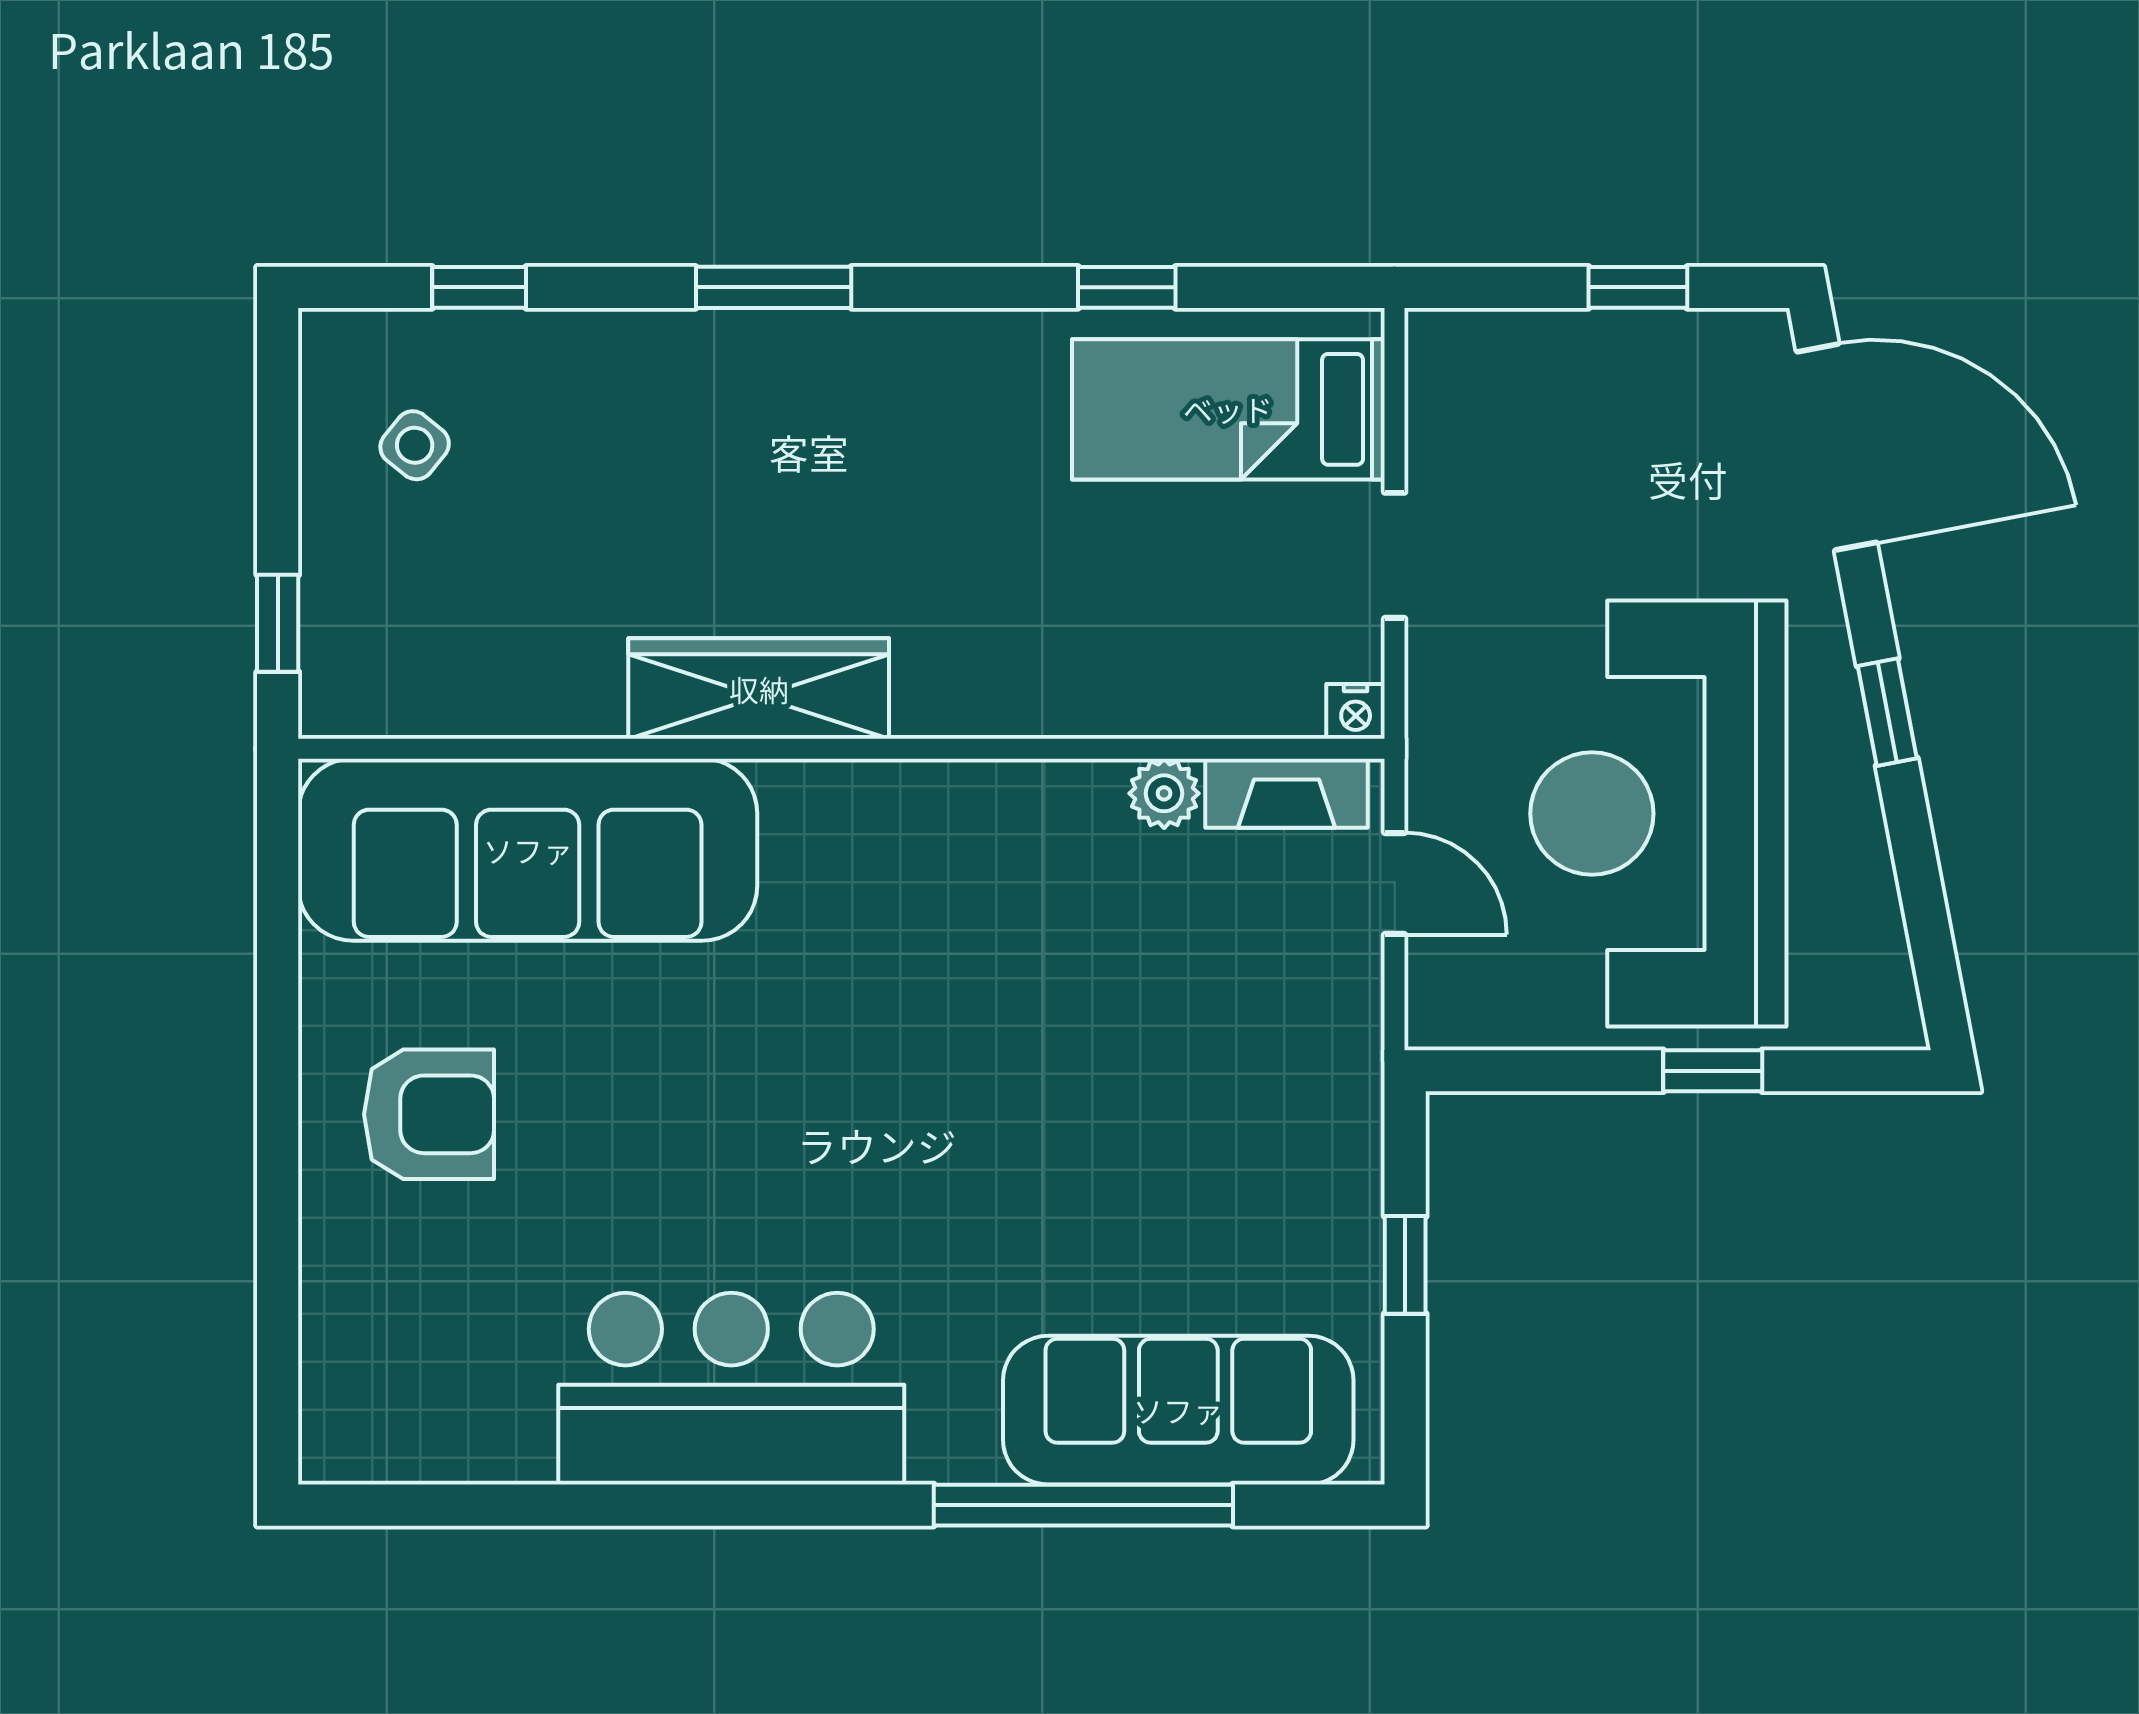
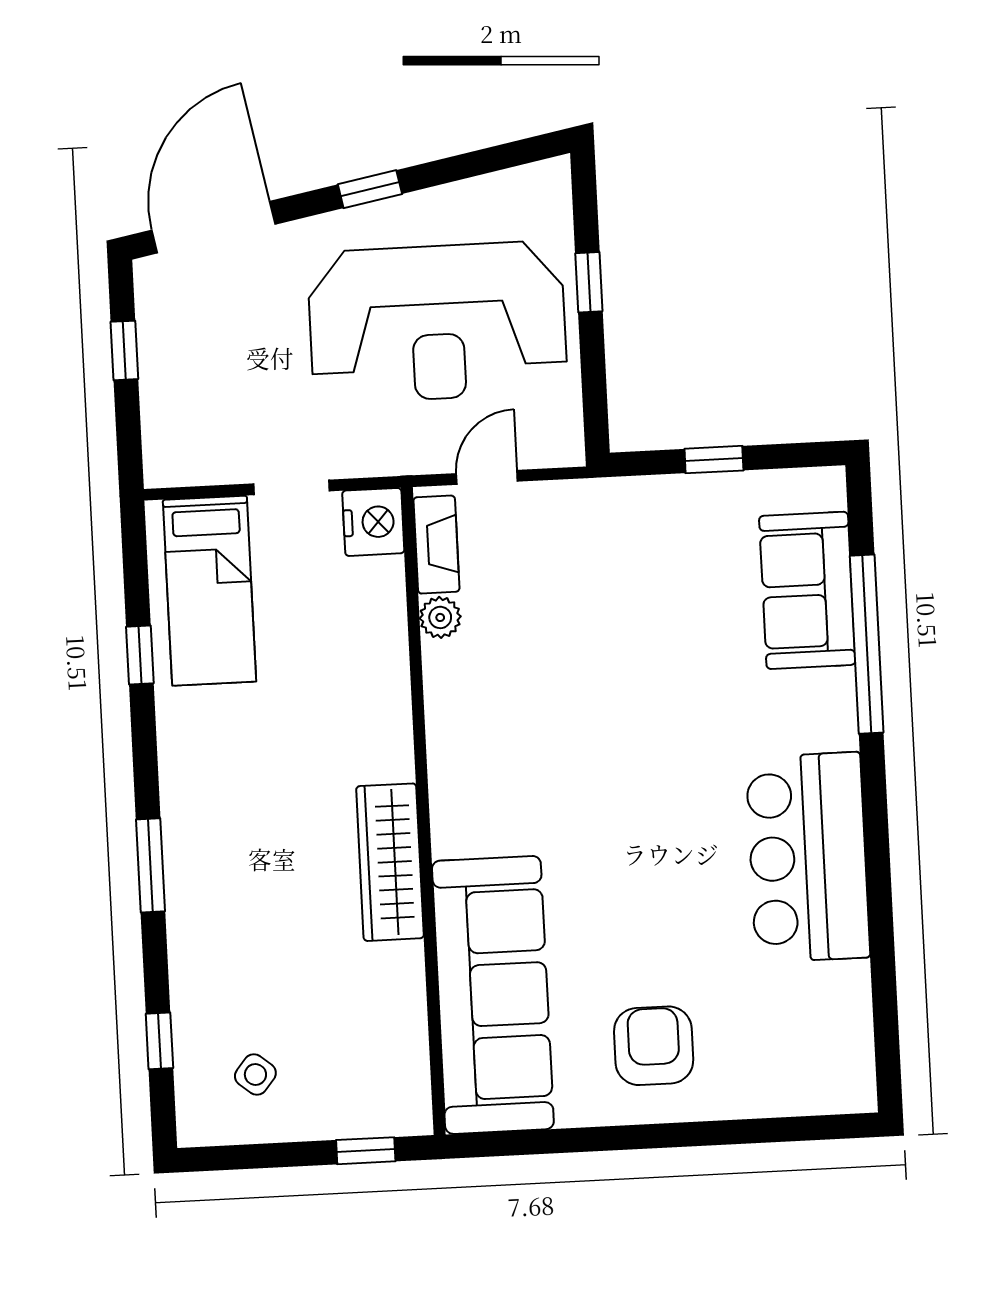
nightstand: (1356, 711) -> (373, 522), width x1.89, depth x1.79
sofa: (1178, 1410) -> (807, 590), width x0.73

